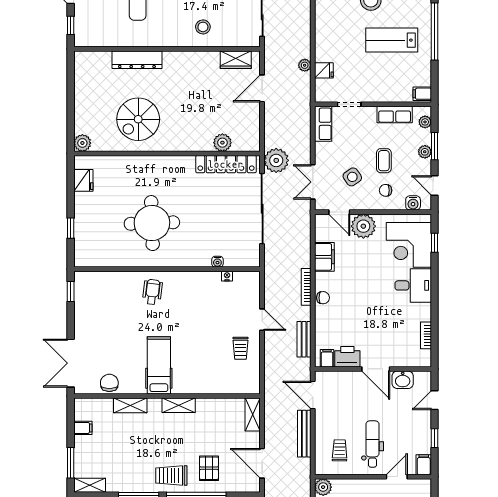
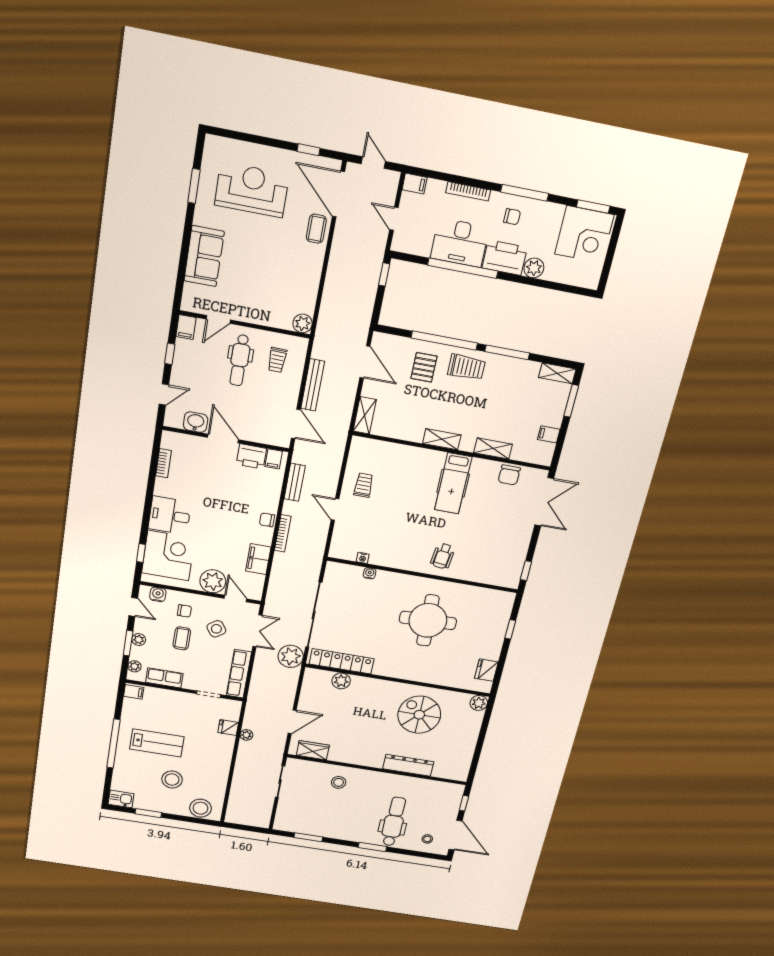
spiral stairs: (138, 119) -> (419, 715), turned -90
row of seats: (323, 124) -> (239, 674), width x1.48

